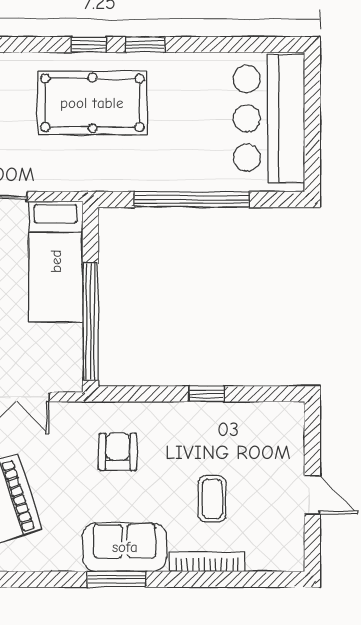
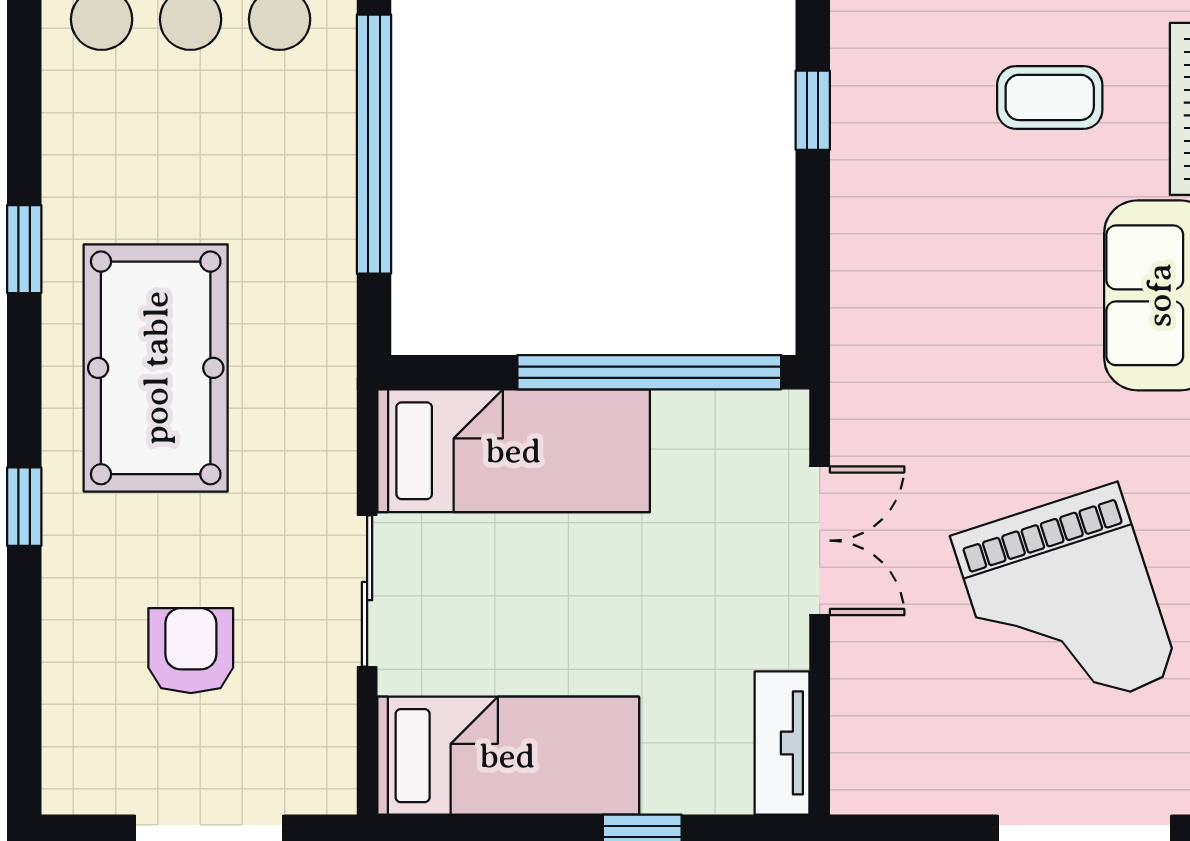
window: (89, 45) -> (24, 507), moved
armchair: (118, 452) -> (943, 311), removed

